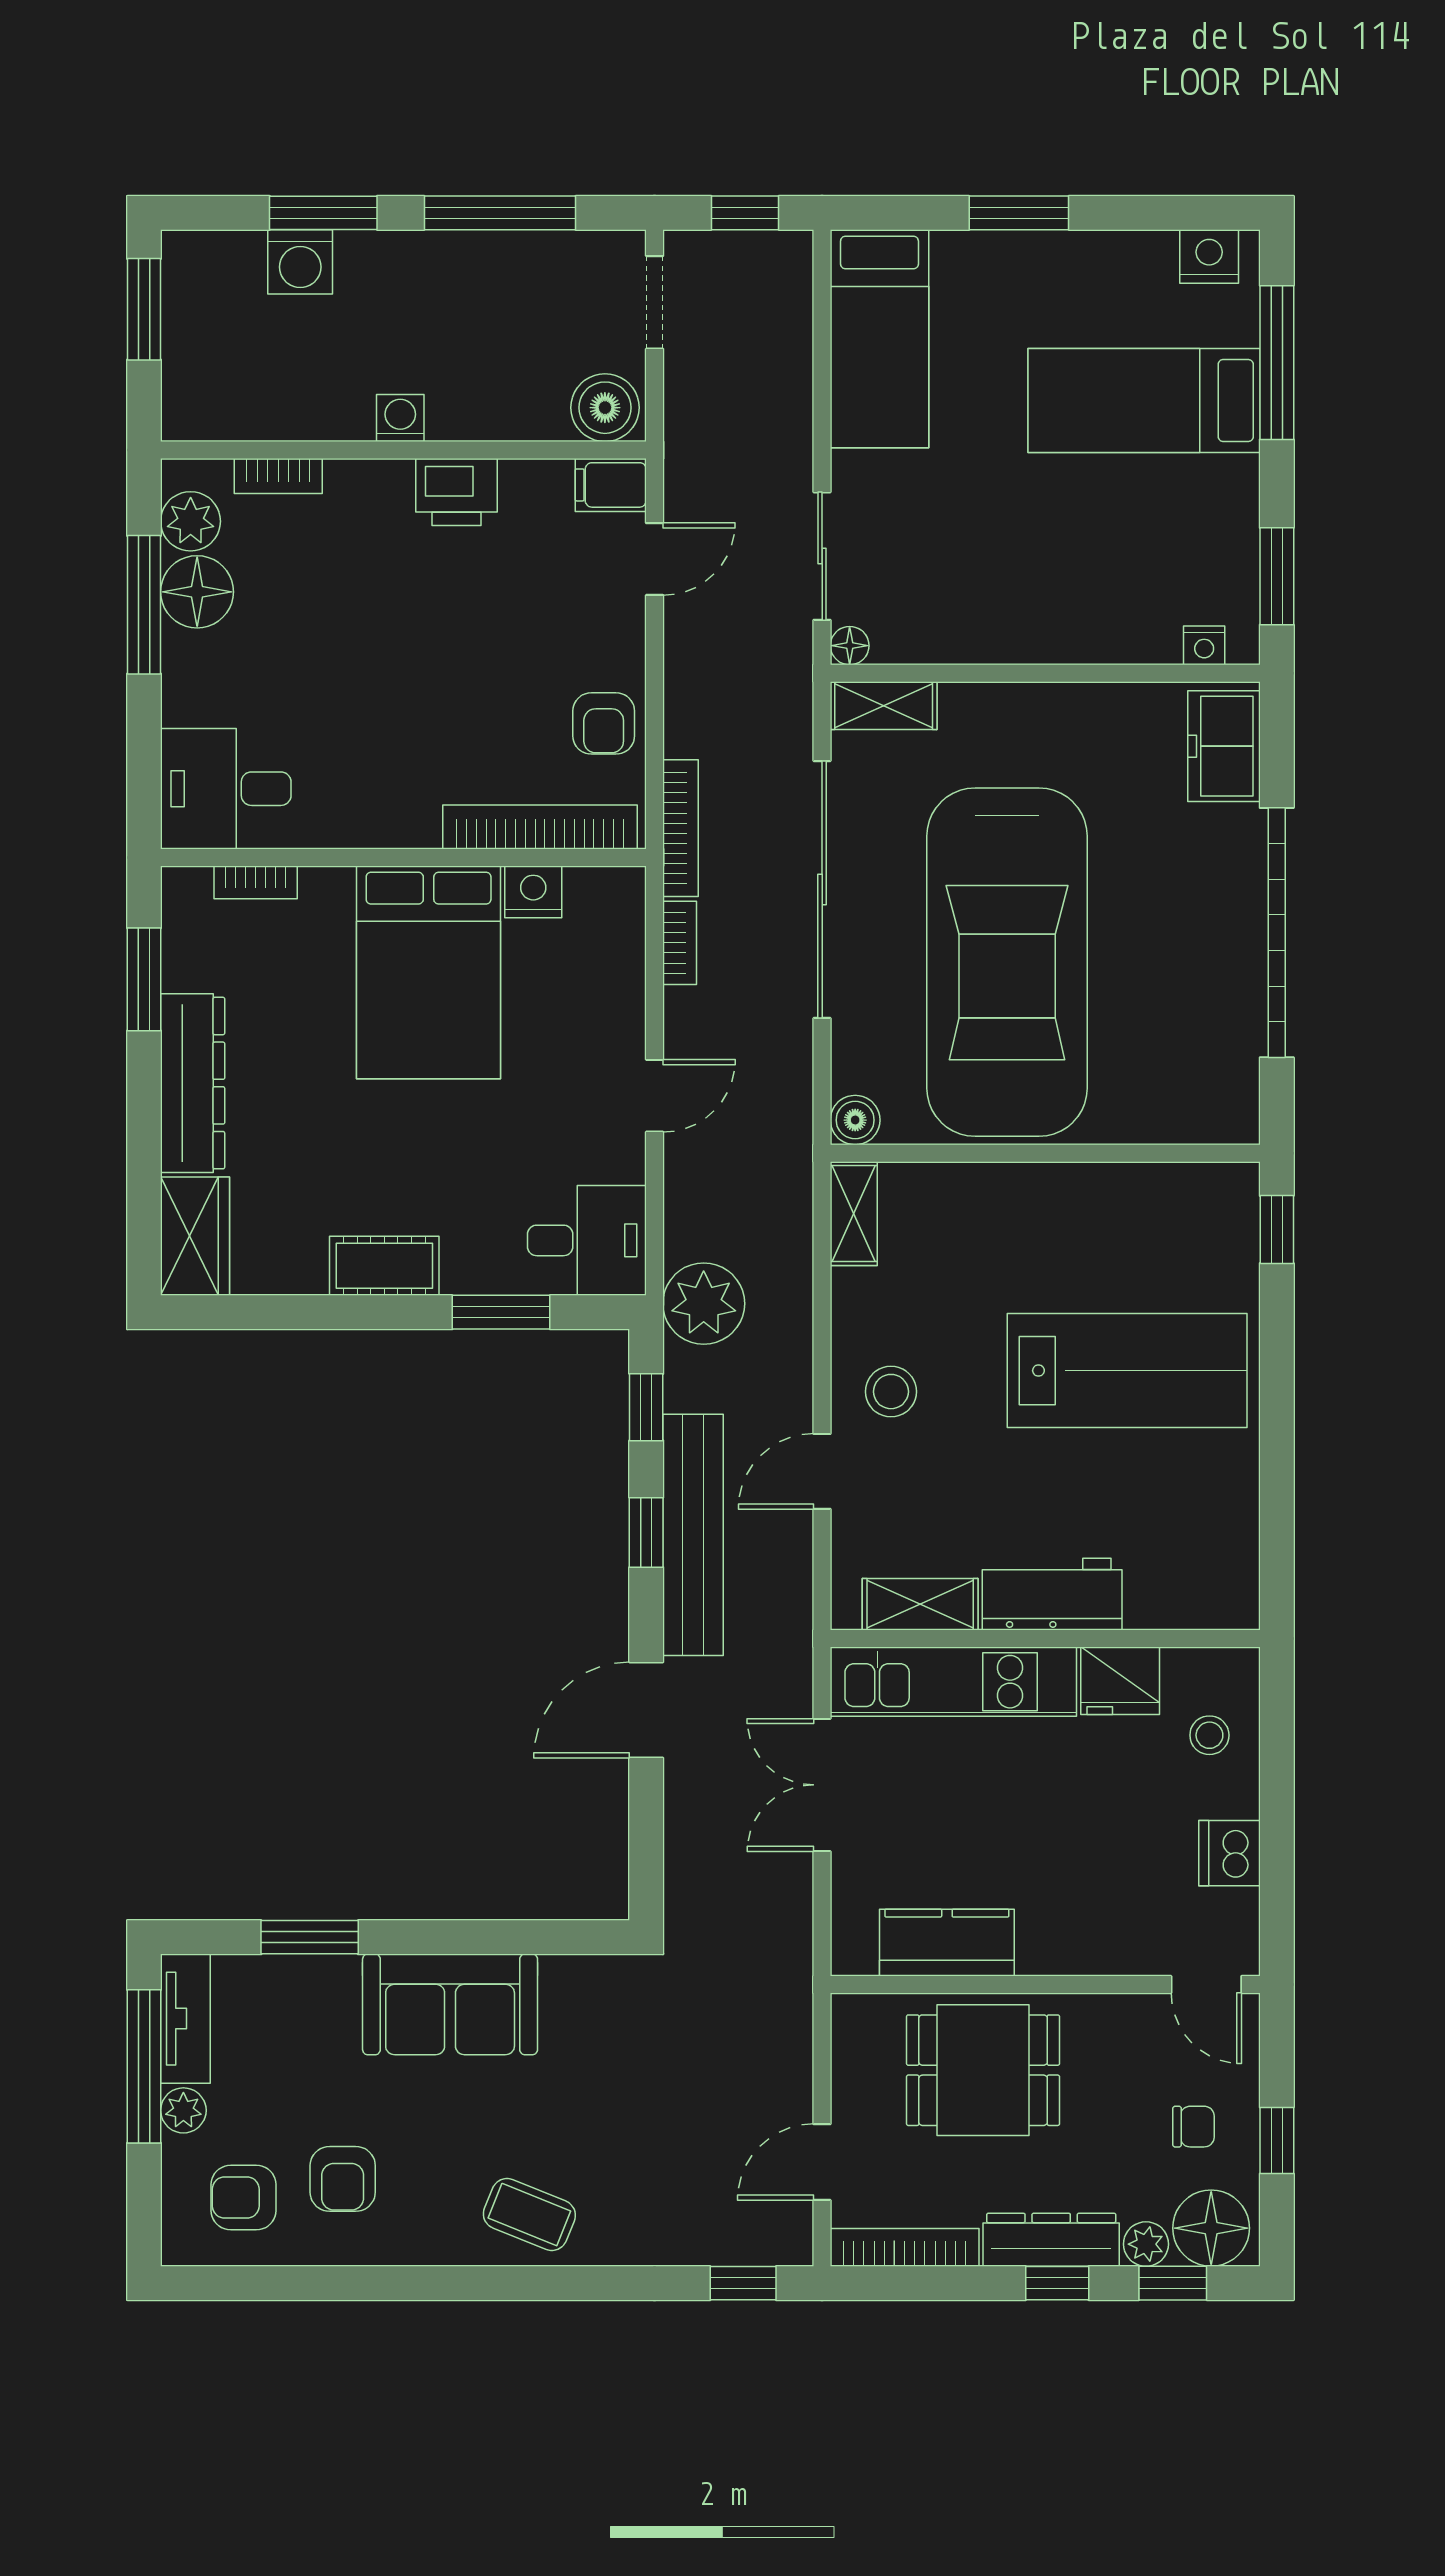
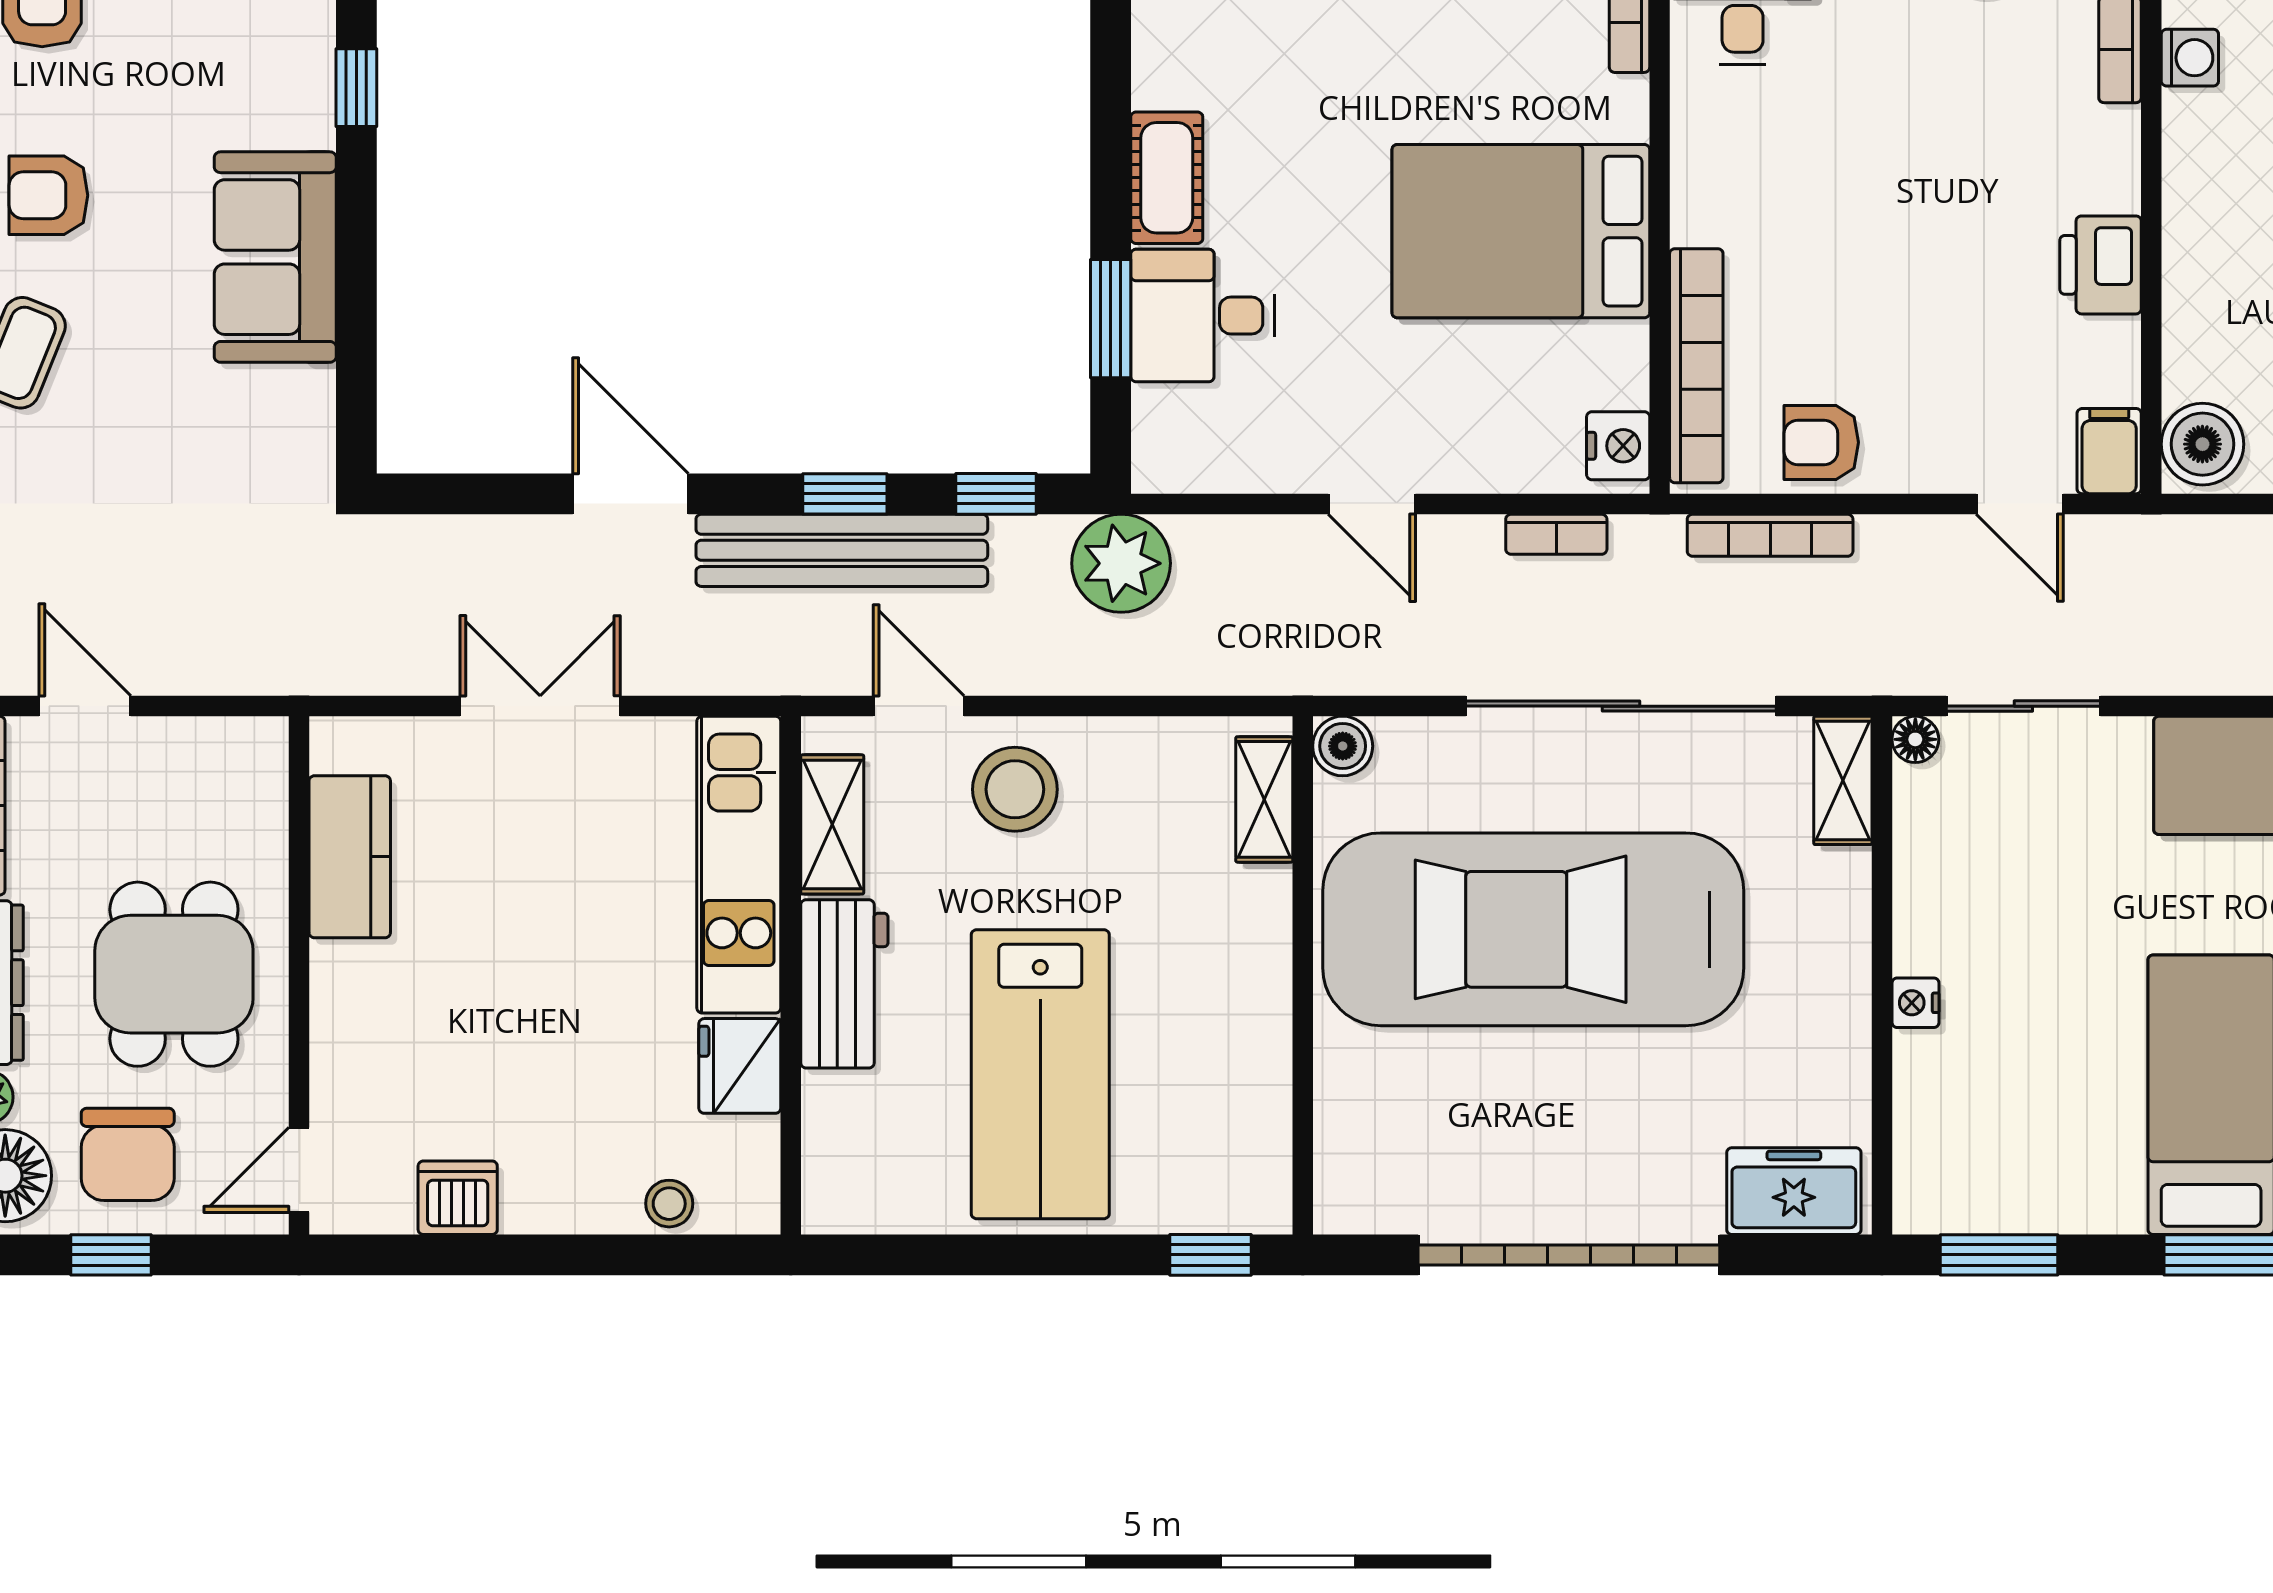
washing machine: (400, 418) -> (2190, 58), moved
nightstand: (1204, 645) -> (1915, 1003), moved
bookcase: (681, 828) -> (1770, 535), moved
nightstand: (533, 892) -> (1618, 446), moved
shelving: (854, 1214) -> (1264, 799), moved, turned 90
desk: (587, 1240) -> (1203, 315), moved, turned 90
stool: (891, 1392) -> (1015, 789), width x1.38, depth x1.38
workbench: (1052, 1594) -> (844, 984), moved
shelving: (920, 1604) -> (832, 824), moved
wall: (1045, 1639) -> (791, 975), moved
fridge: (1120, 1681) -> (740, 1066), moved
kitchen unit: (953, 1682) -> (739, 865), moved
stool: (1209, 1735) -> (669, 1204), moved
window: (310, 1937) -> (356, 88), width x0.67
dining table: (983, 2070) -> (174, 974), moved
chair: (1193, 2127) -> (128, 1154), width x1.87, depth x1.87
armchair: (343, 2179) -> (48, 195), moved

